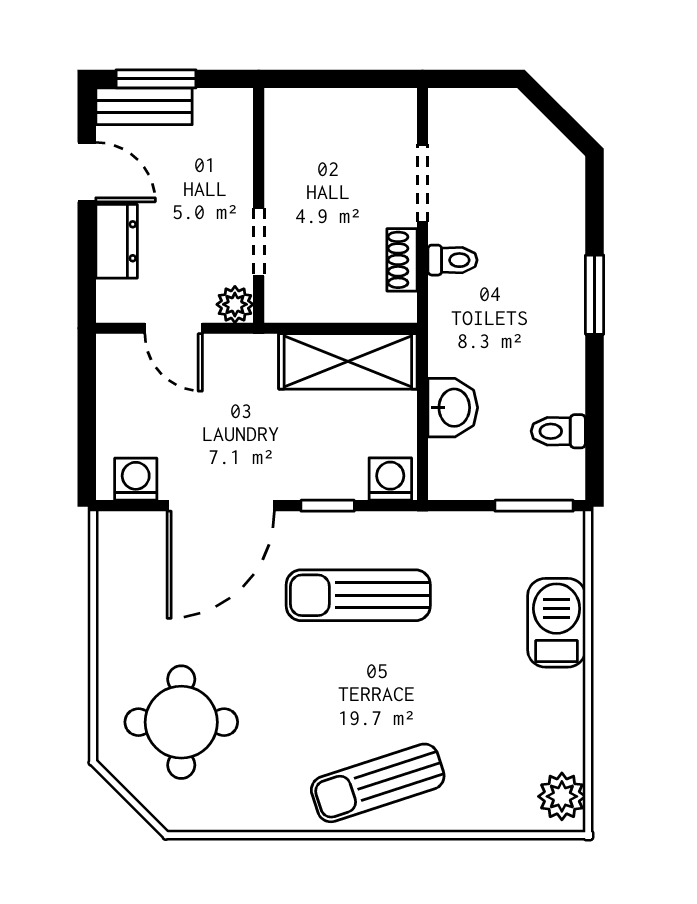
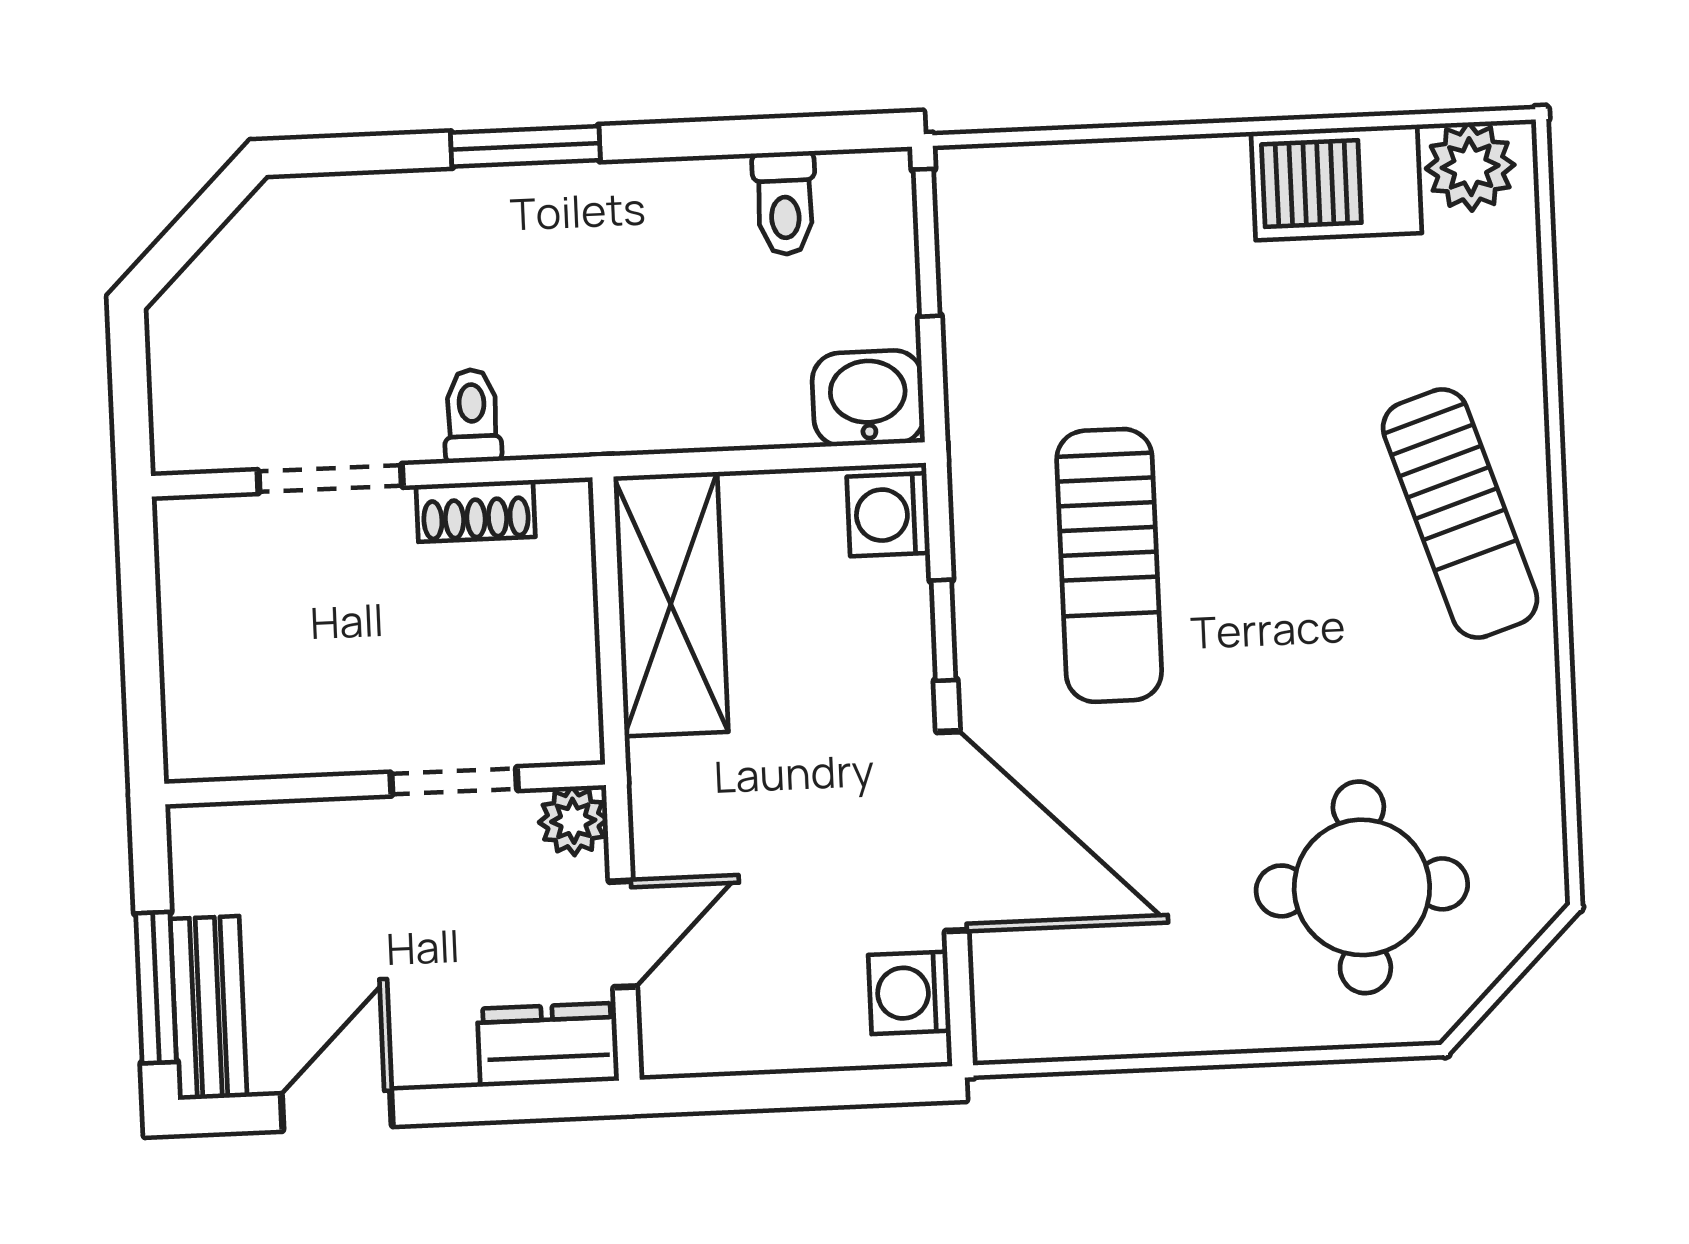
dresser: (117, 241) -> (548, 1045), moved
washbasin: (453, 408) -> (868, 398), moved
barbecue: (557, 623) -> (1336, 182), moved

